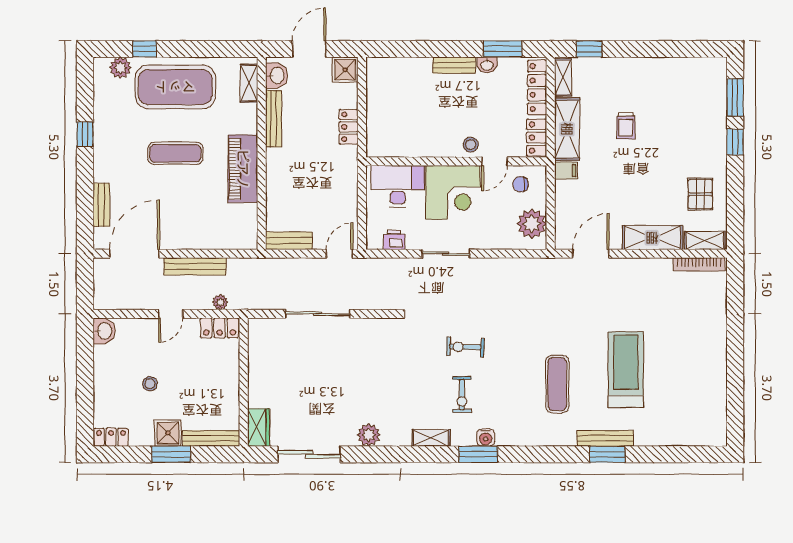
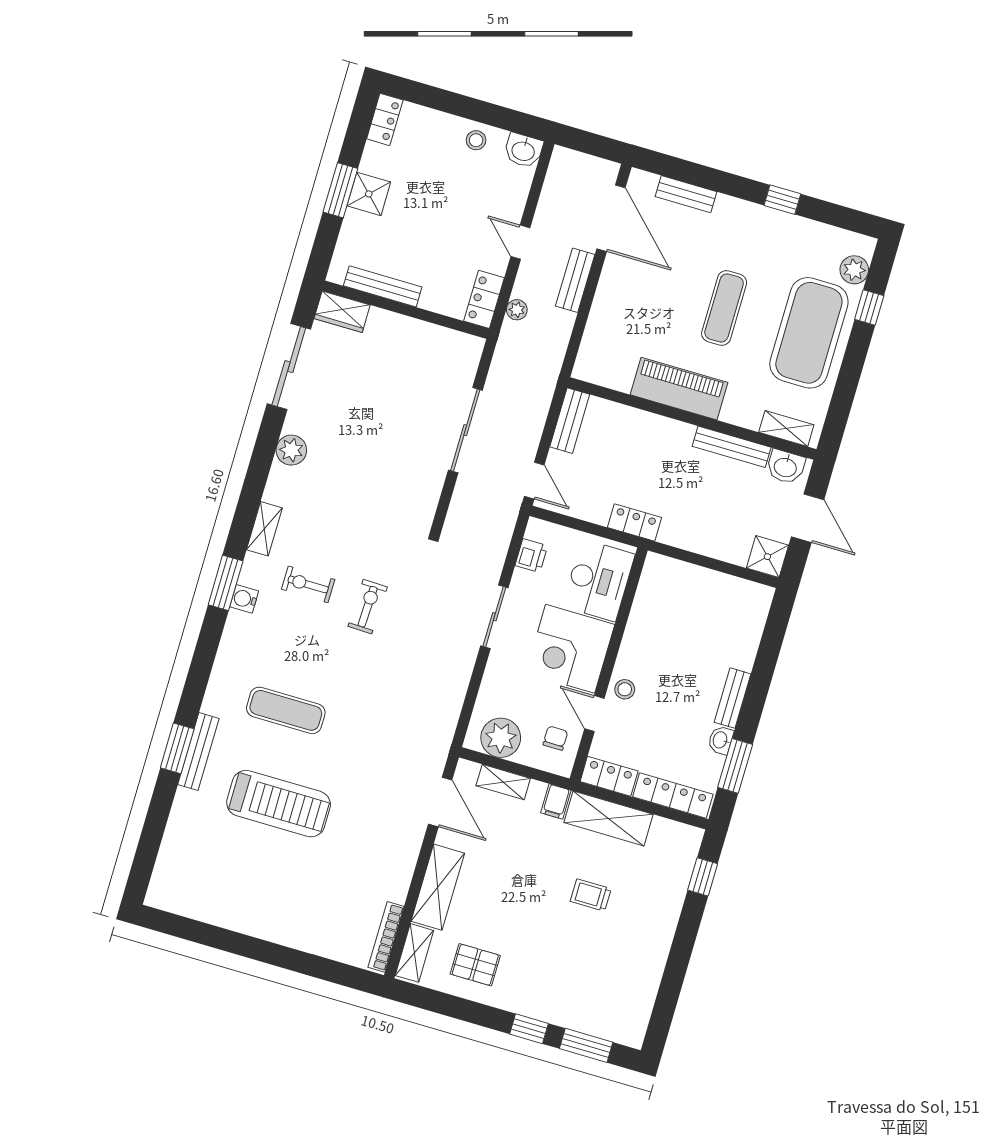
shelving: (563, 77) -> (503, 782), moved
locker: (349, 127) -> (635, 523), moved
bench: (195, 266) -> (575, 280), width x0.73
stool: (150, 384) -> (476, 140), moved
bench: (211, 438) -> (383, 286), moved, turned 90

